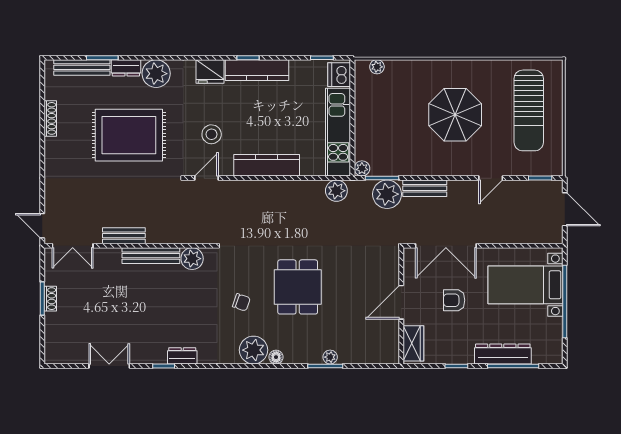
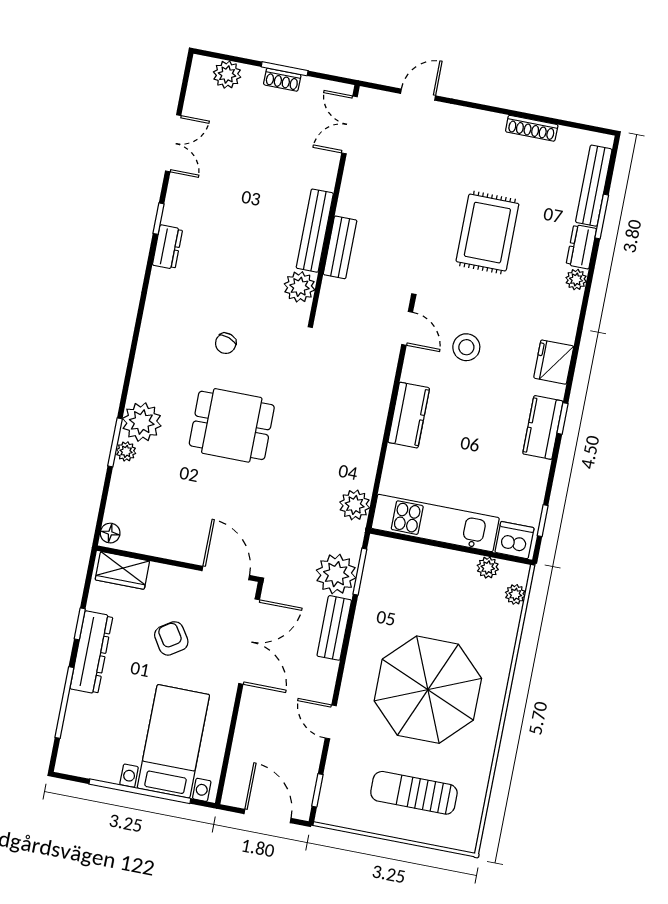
kitchen counter: (257, 70) -> (543, 427), width x0.67
plant: (156, 74) -> (576, 280), width x0.53, depth x0.53
sun lounger: (529, 110) -> (414, 793), width x0.73, depth x0.75
parasol: (455, 115) -> (428, 690), width x1.36, depth x1.36
rug: (129, 135) -> (487, 233), width x0.73, depth x0.69
kitchen counter: (267, 165) -> (409, 415), width x0.67
plant: (362, 168) -> (488, 568), moved
door: (565, 209) -> (268, 816), swing flipped
door: (42, 226) -> (418, 95), moved
bench: (124, 236) -> (340, 247), moved
double door: (446, 246) -> (249, 642), swing flipped
armchair: (454, 300) -> (171, 638), turned -33
door: (401, 302) -> (226, 573), moved
plant: (54, 338) -> (227, 75), added
plant: (254, 350) -> (142, 422), moved
dresser: (503, 354) -> (91, 652), moved
floor lamp: (276, 357) -> (110, 533), moved

